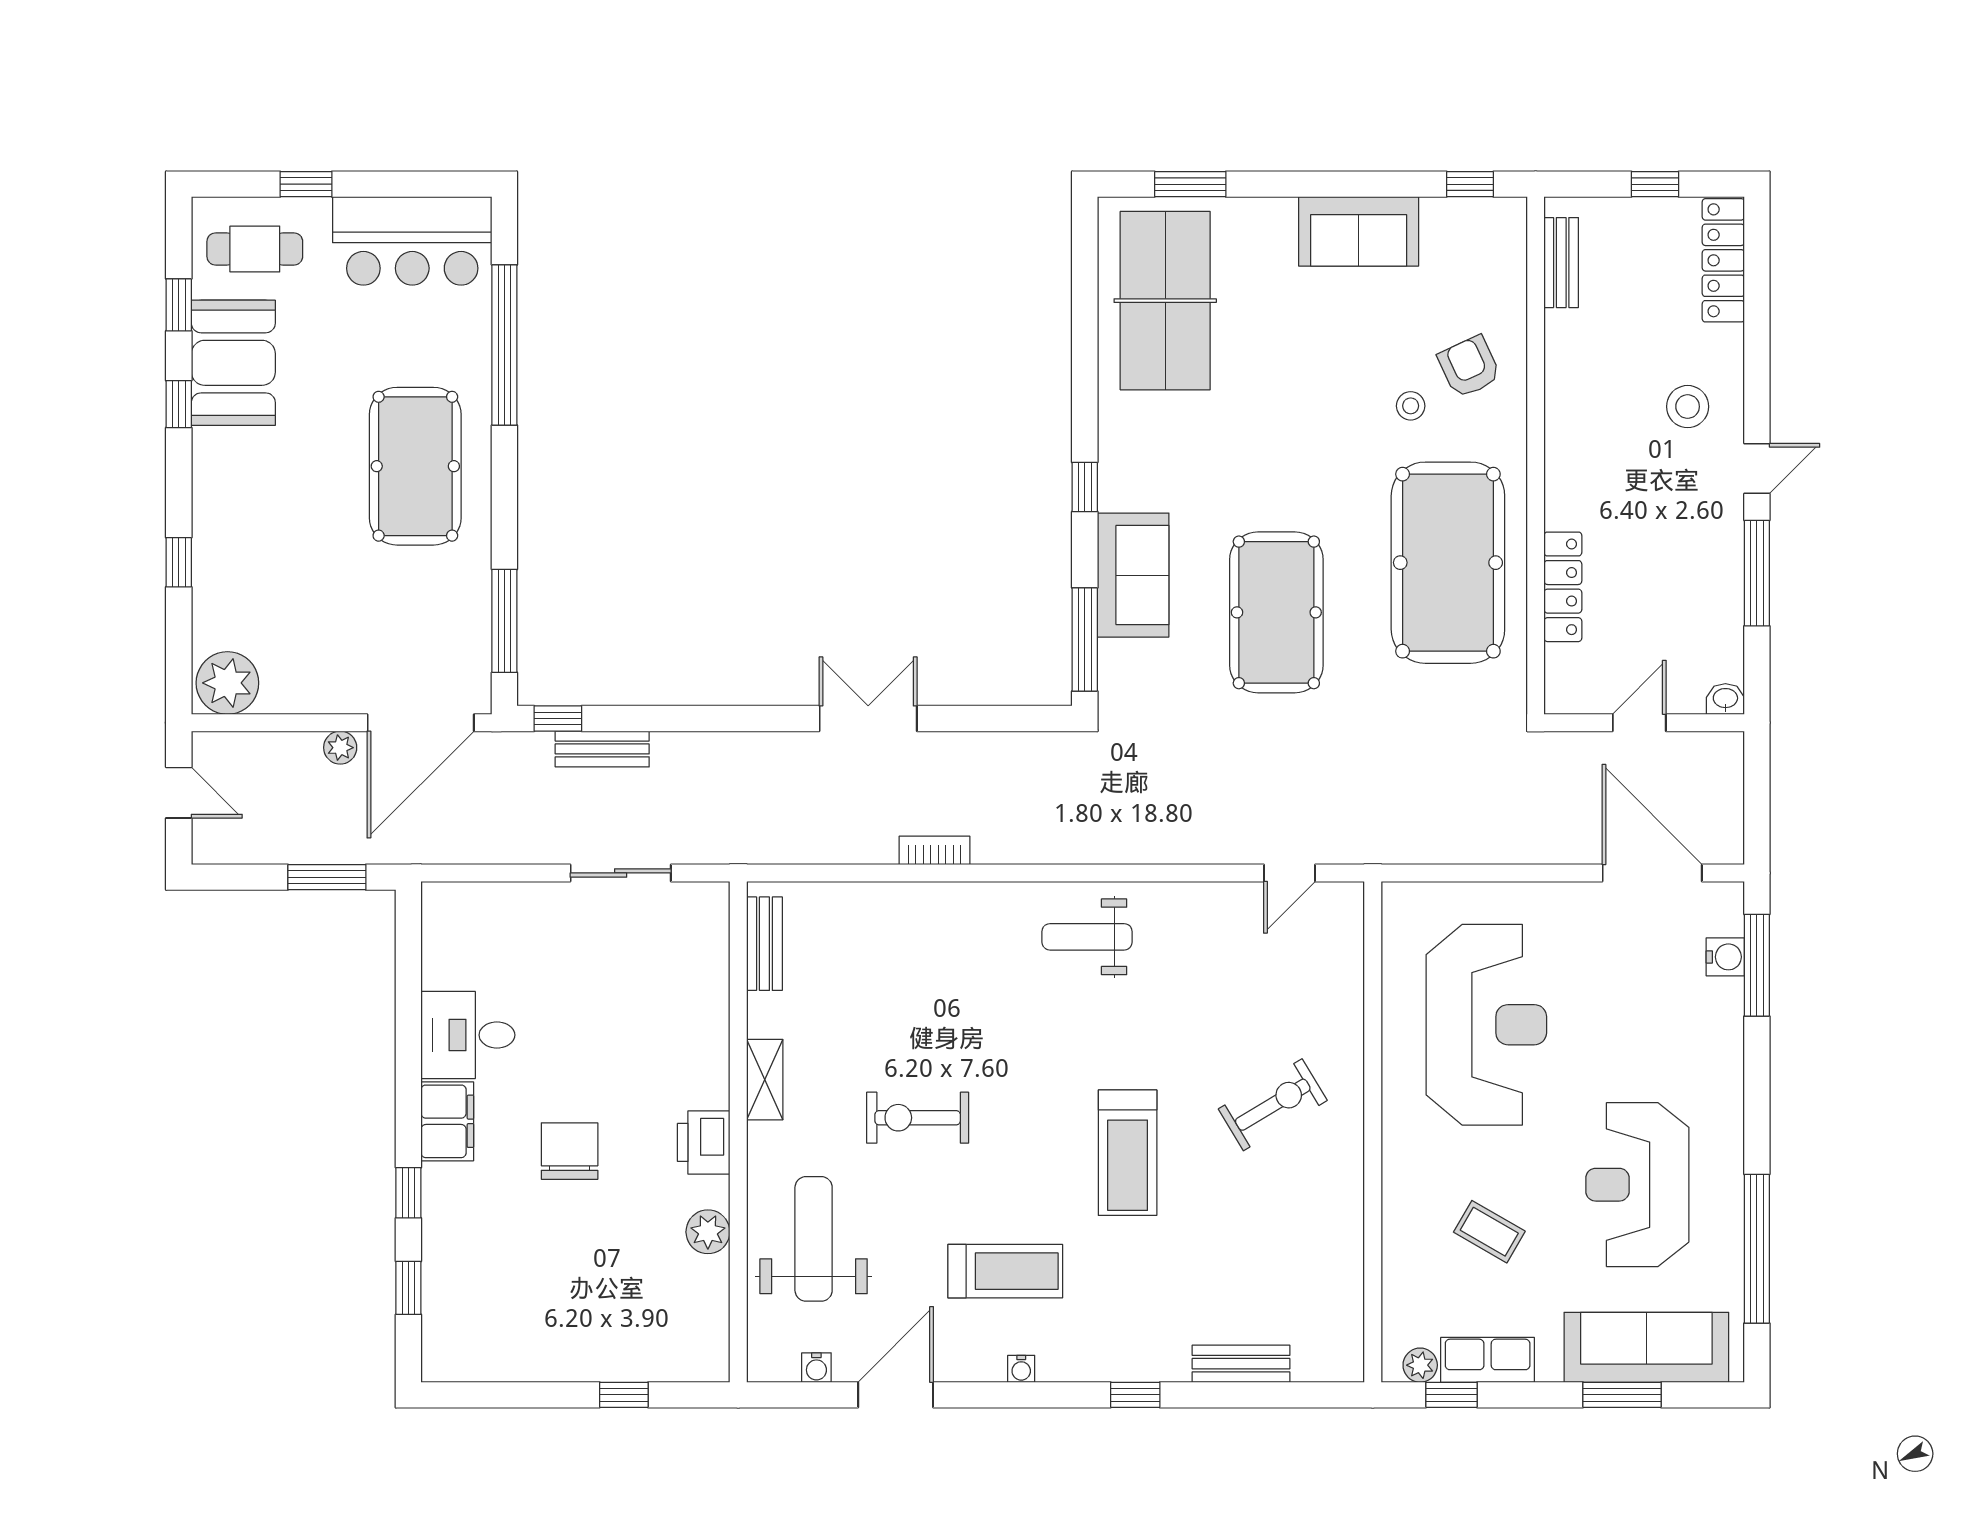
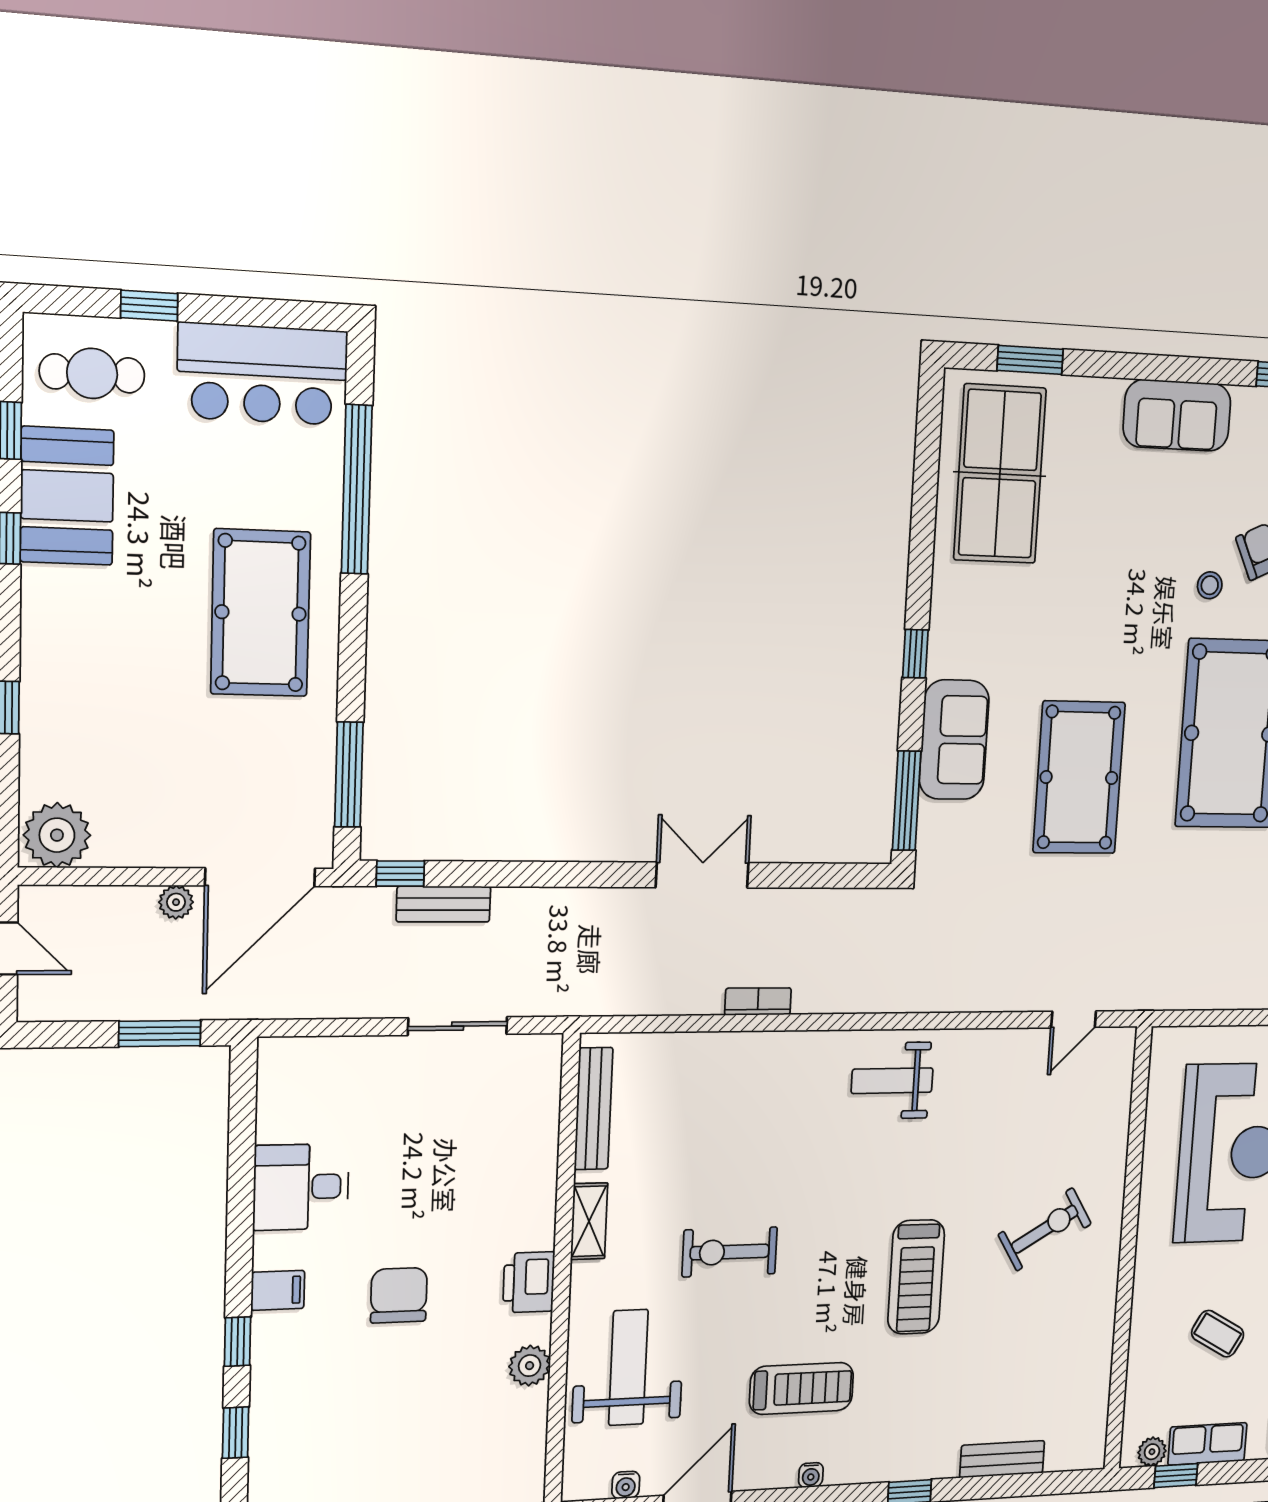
bench: (764, 944) -> (594, 1109), width x1.36
filing cabinet: (447, 1121) -> (278, 1290), width x0.50

